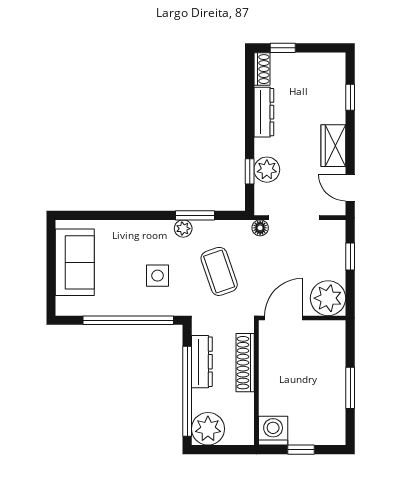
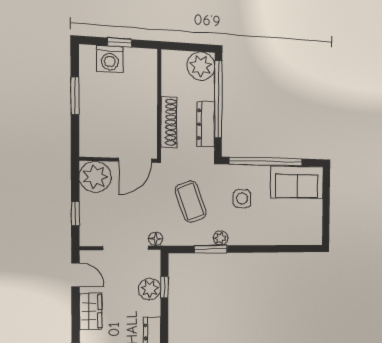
sofa: (75, 262) -> (297, 182), moved, turned -90
washing machine: (273, 431) -> (110, 59), moved

